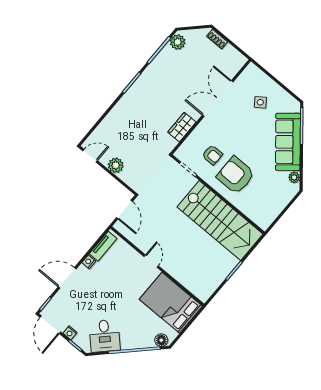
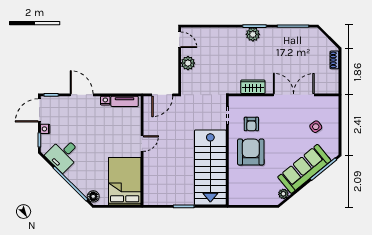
plant: (178, 42) -> (253, 34), moved

